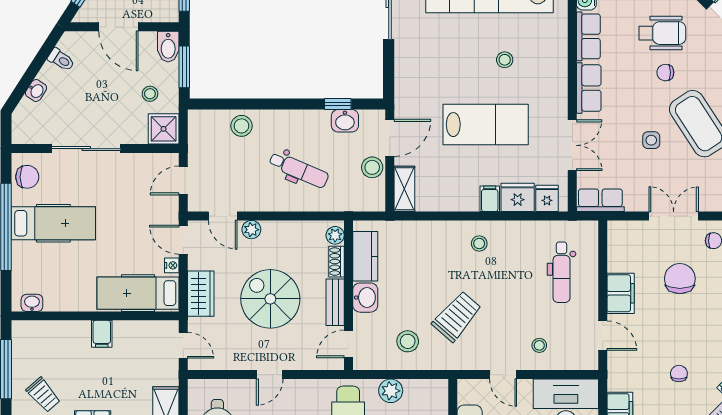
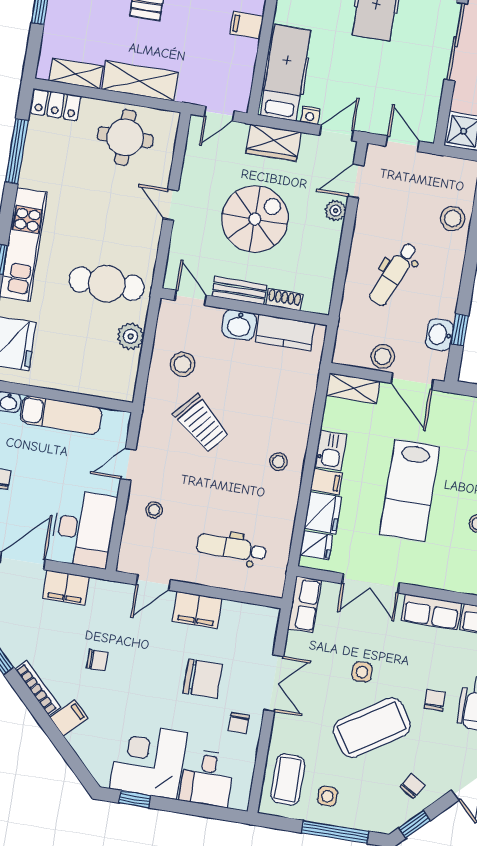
kitchen sink: (462, 200) -> (330, 450), added
plant: (335, 235) -> (314, 303), removed

